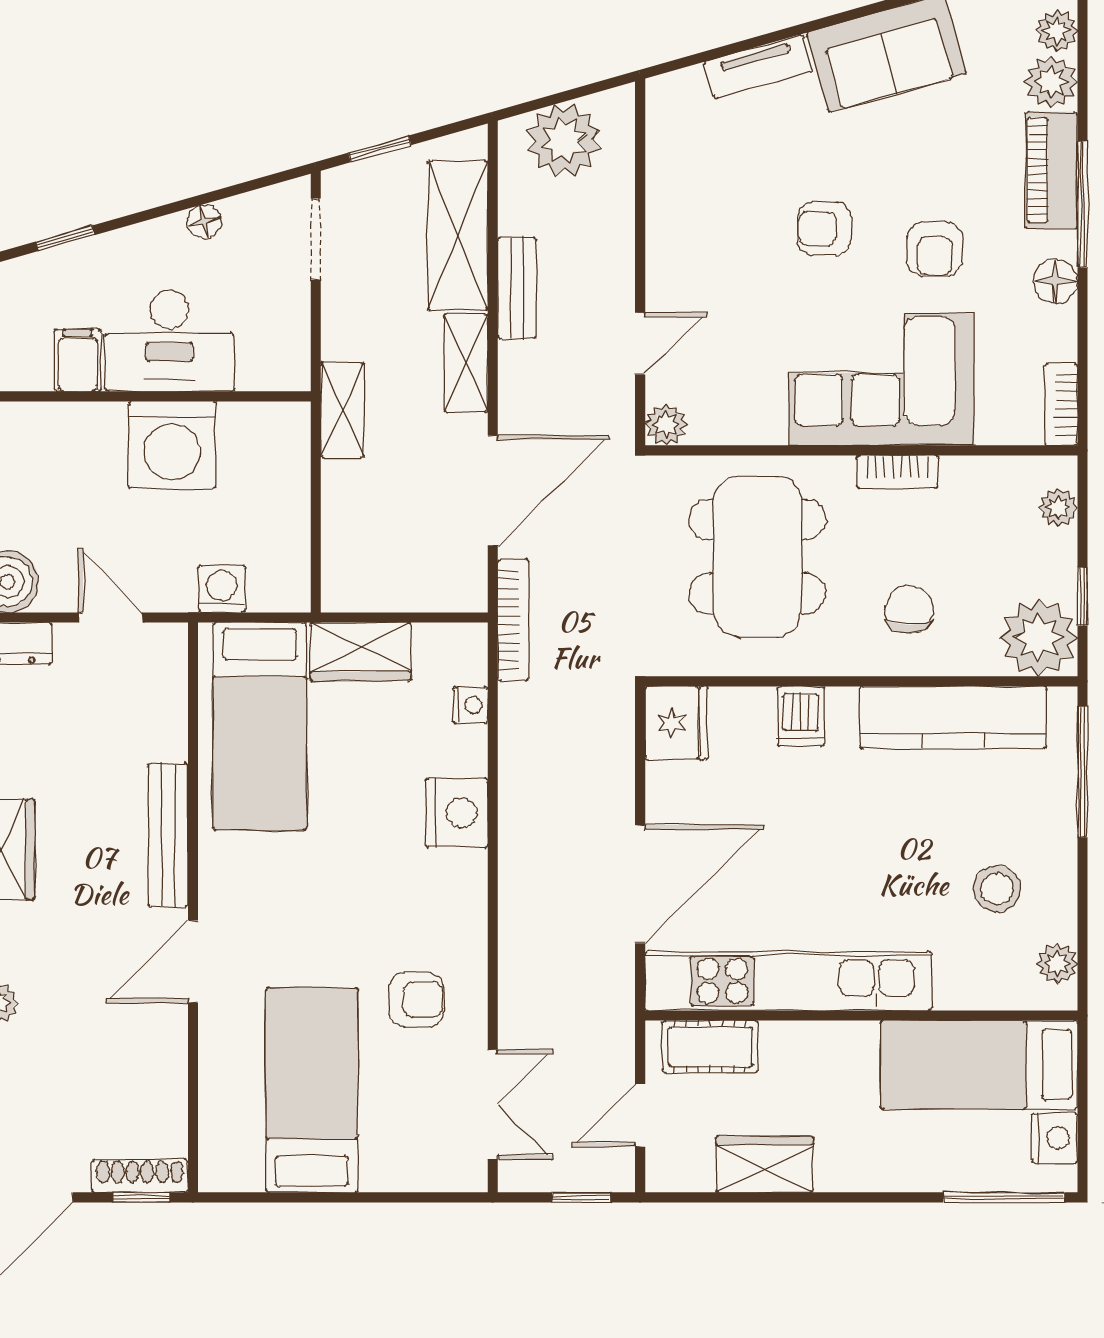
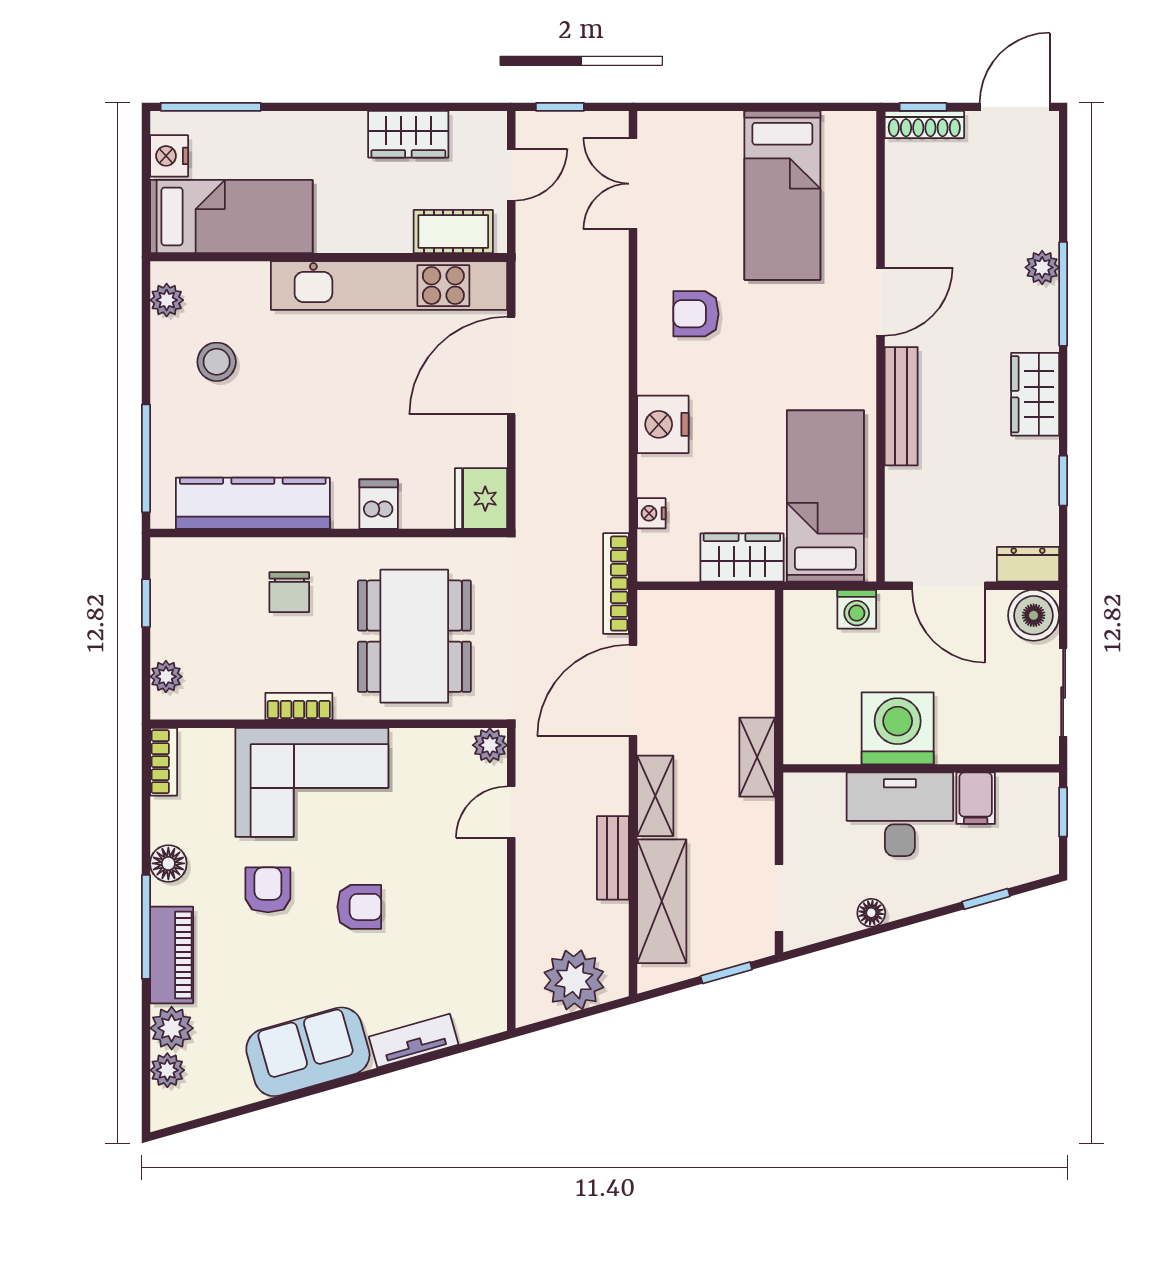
door: (111, 617) -> (949, 586), width x1.38
plant: (1039, 638) -> (182, 569), removed
armchair: (416, 1000) -> (696, 314), moved

